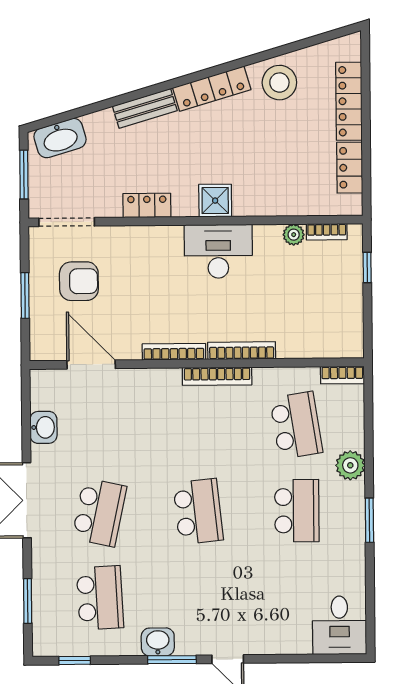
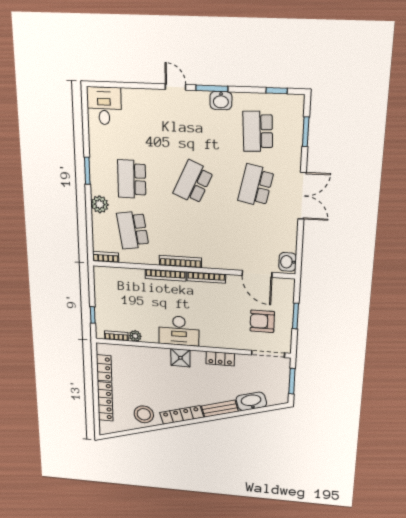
washbasin: (60, 138) -> (251, 401), moved
washbasin: (43, 427) -> (288, 262), moved
school desk: (198, 512) -> (193, 182), turned 30

